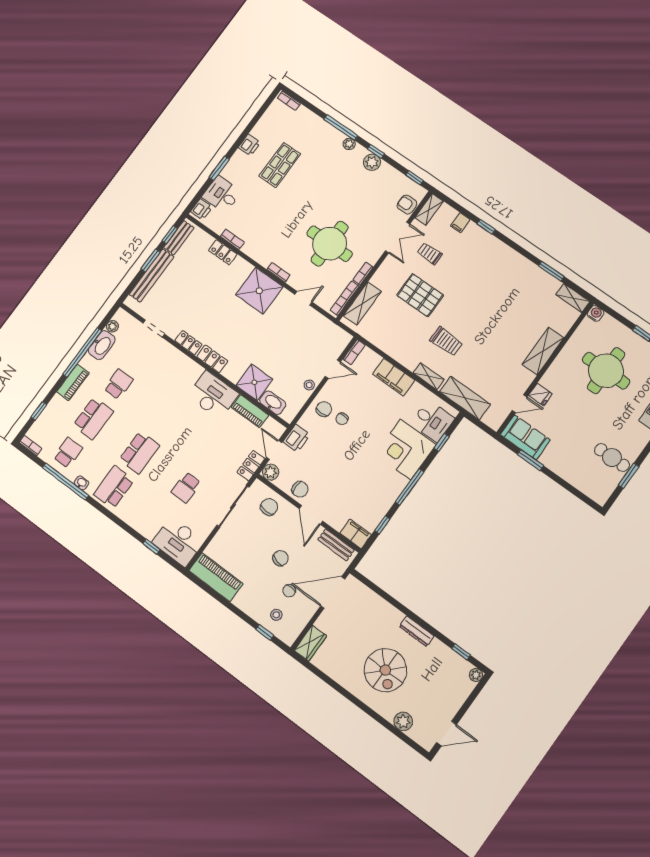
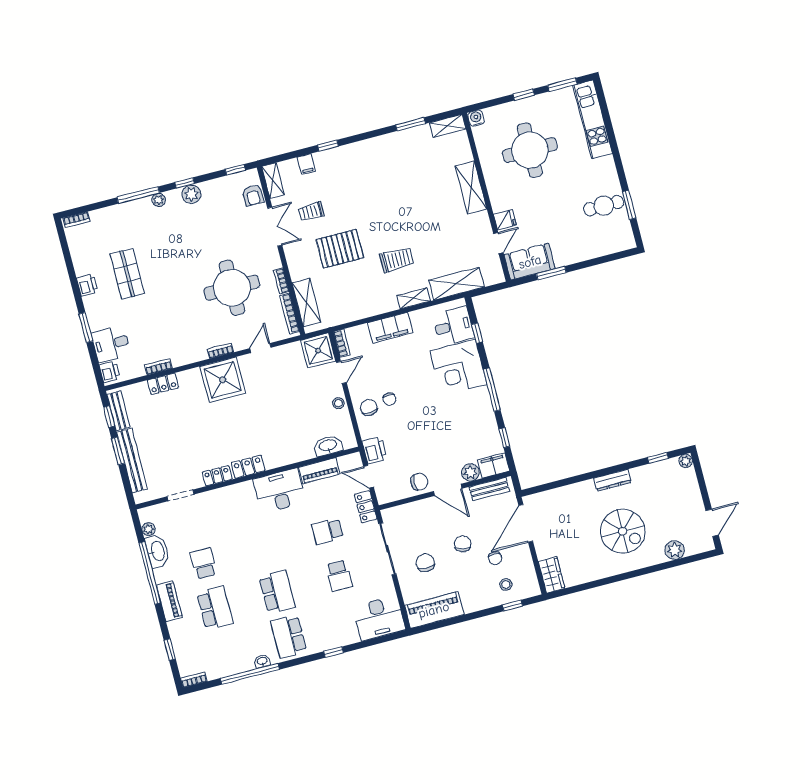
armchair: (407, 205) -> (253, 195), turned -90
shower: (254, 382) -> (318, 350), moved
school desk: (68, 453) -> (327, 531), moved, turned -90
plant: (271, 472) -> (470, 472), moved
chair: (269, 507) -> (425, 563), moved
window: (151, 547) -> (334, 652), moved

